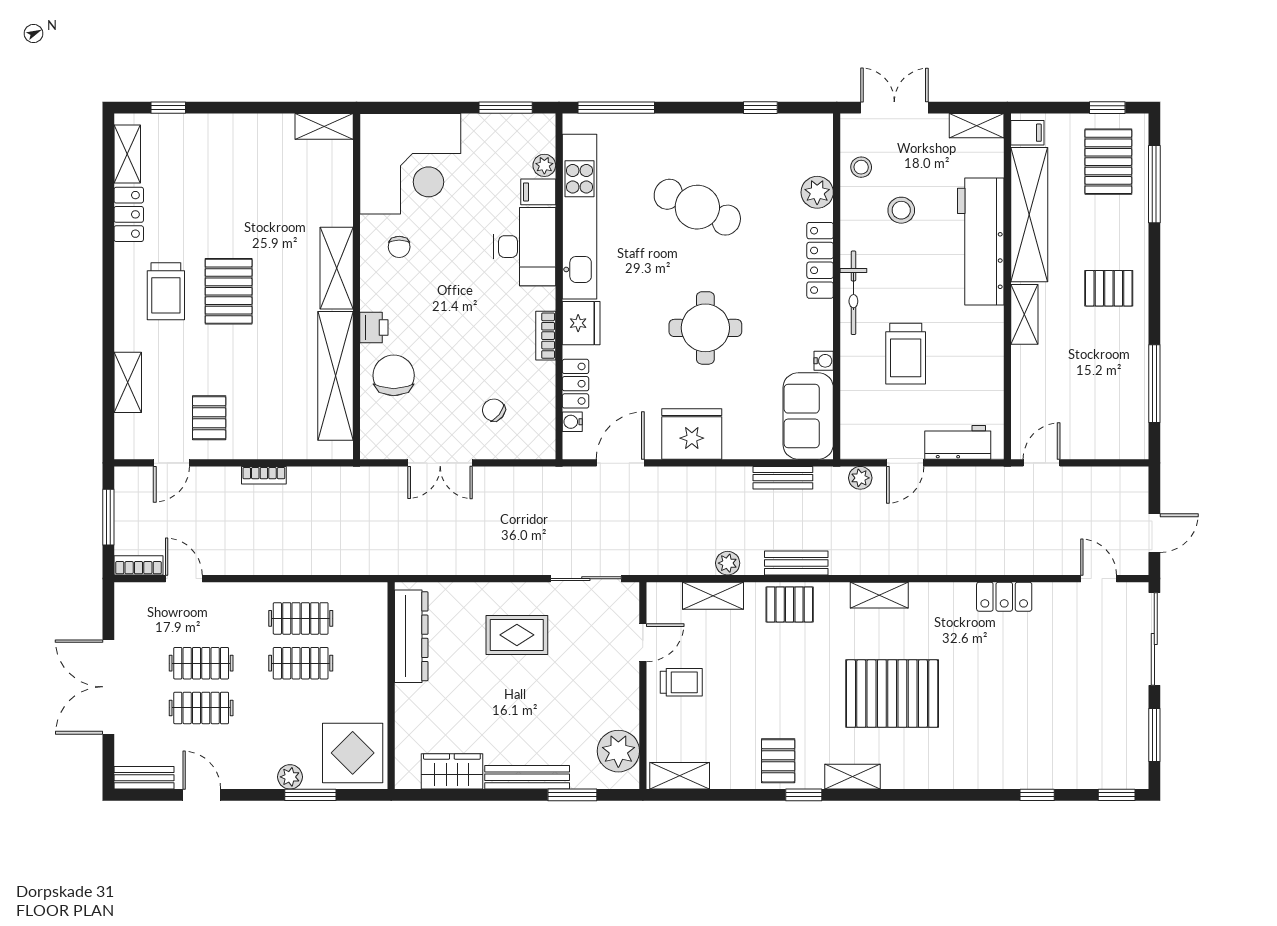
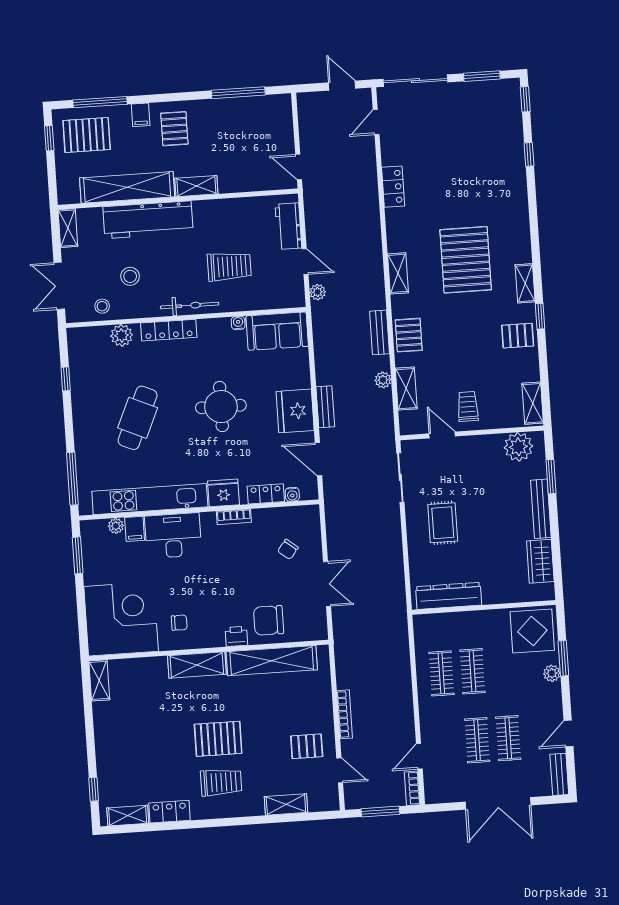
filing cabinet: (1027, 133) -> (141, 115), moved, turned 180
bookcase: (264, 475) -> (345, 714), width x1.56
bench: (783, 478) -> (325, 407), moved

